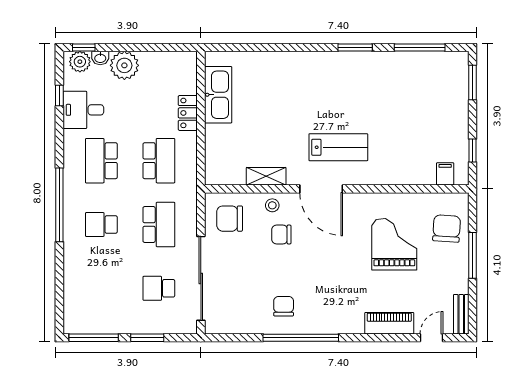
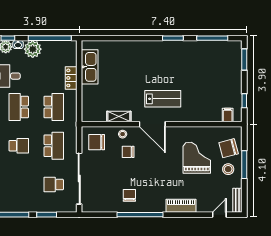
window: (152, 47) -> (50, 38), added
school desk: (101, 224) -> (19, 146), turned 180
chair: (447, 228) -> (229, 148), turned -109
stool: (446, 263) -> (228, 169), added
piano: (389, 323) -> (181, 206), moved

